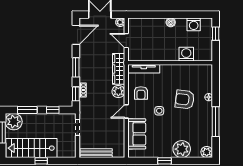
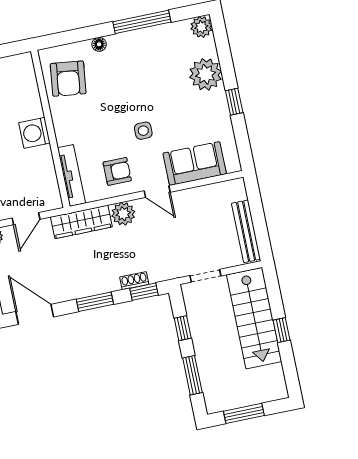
washing machine: (186, 54) -> (34, 133), moved
armchair: (185, 99) -> (68, 79), moved
plant: (14, 122) -> (219, 396), removed
stairs: (31, 148) -> (254, 318), moved

